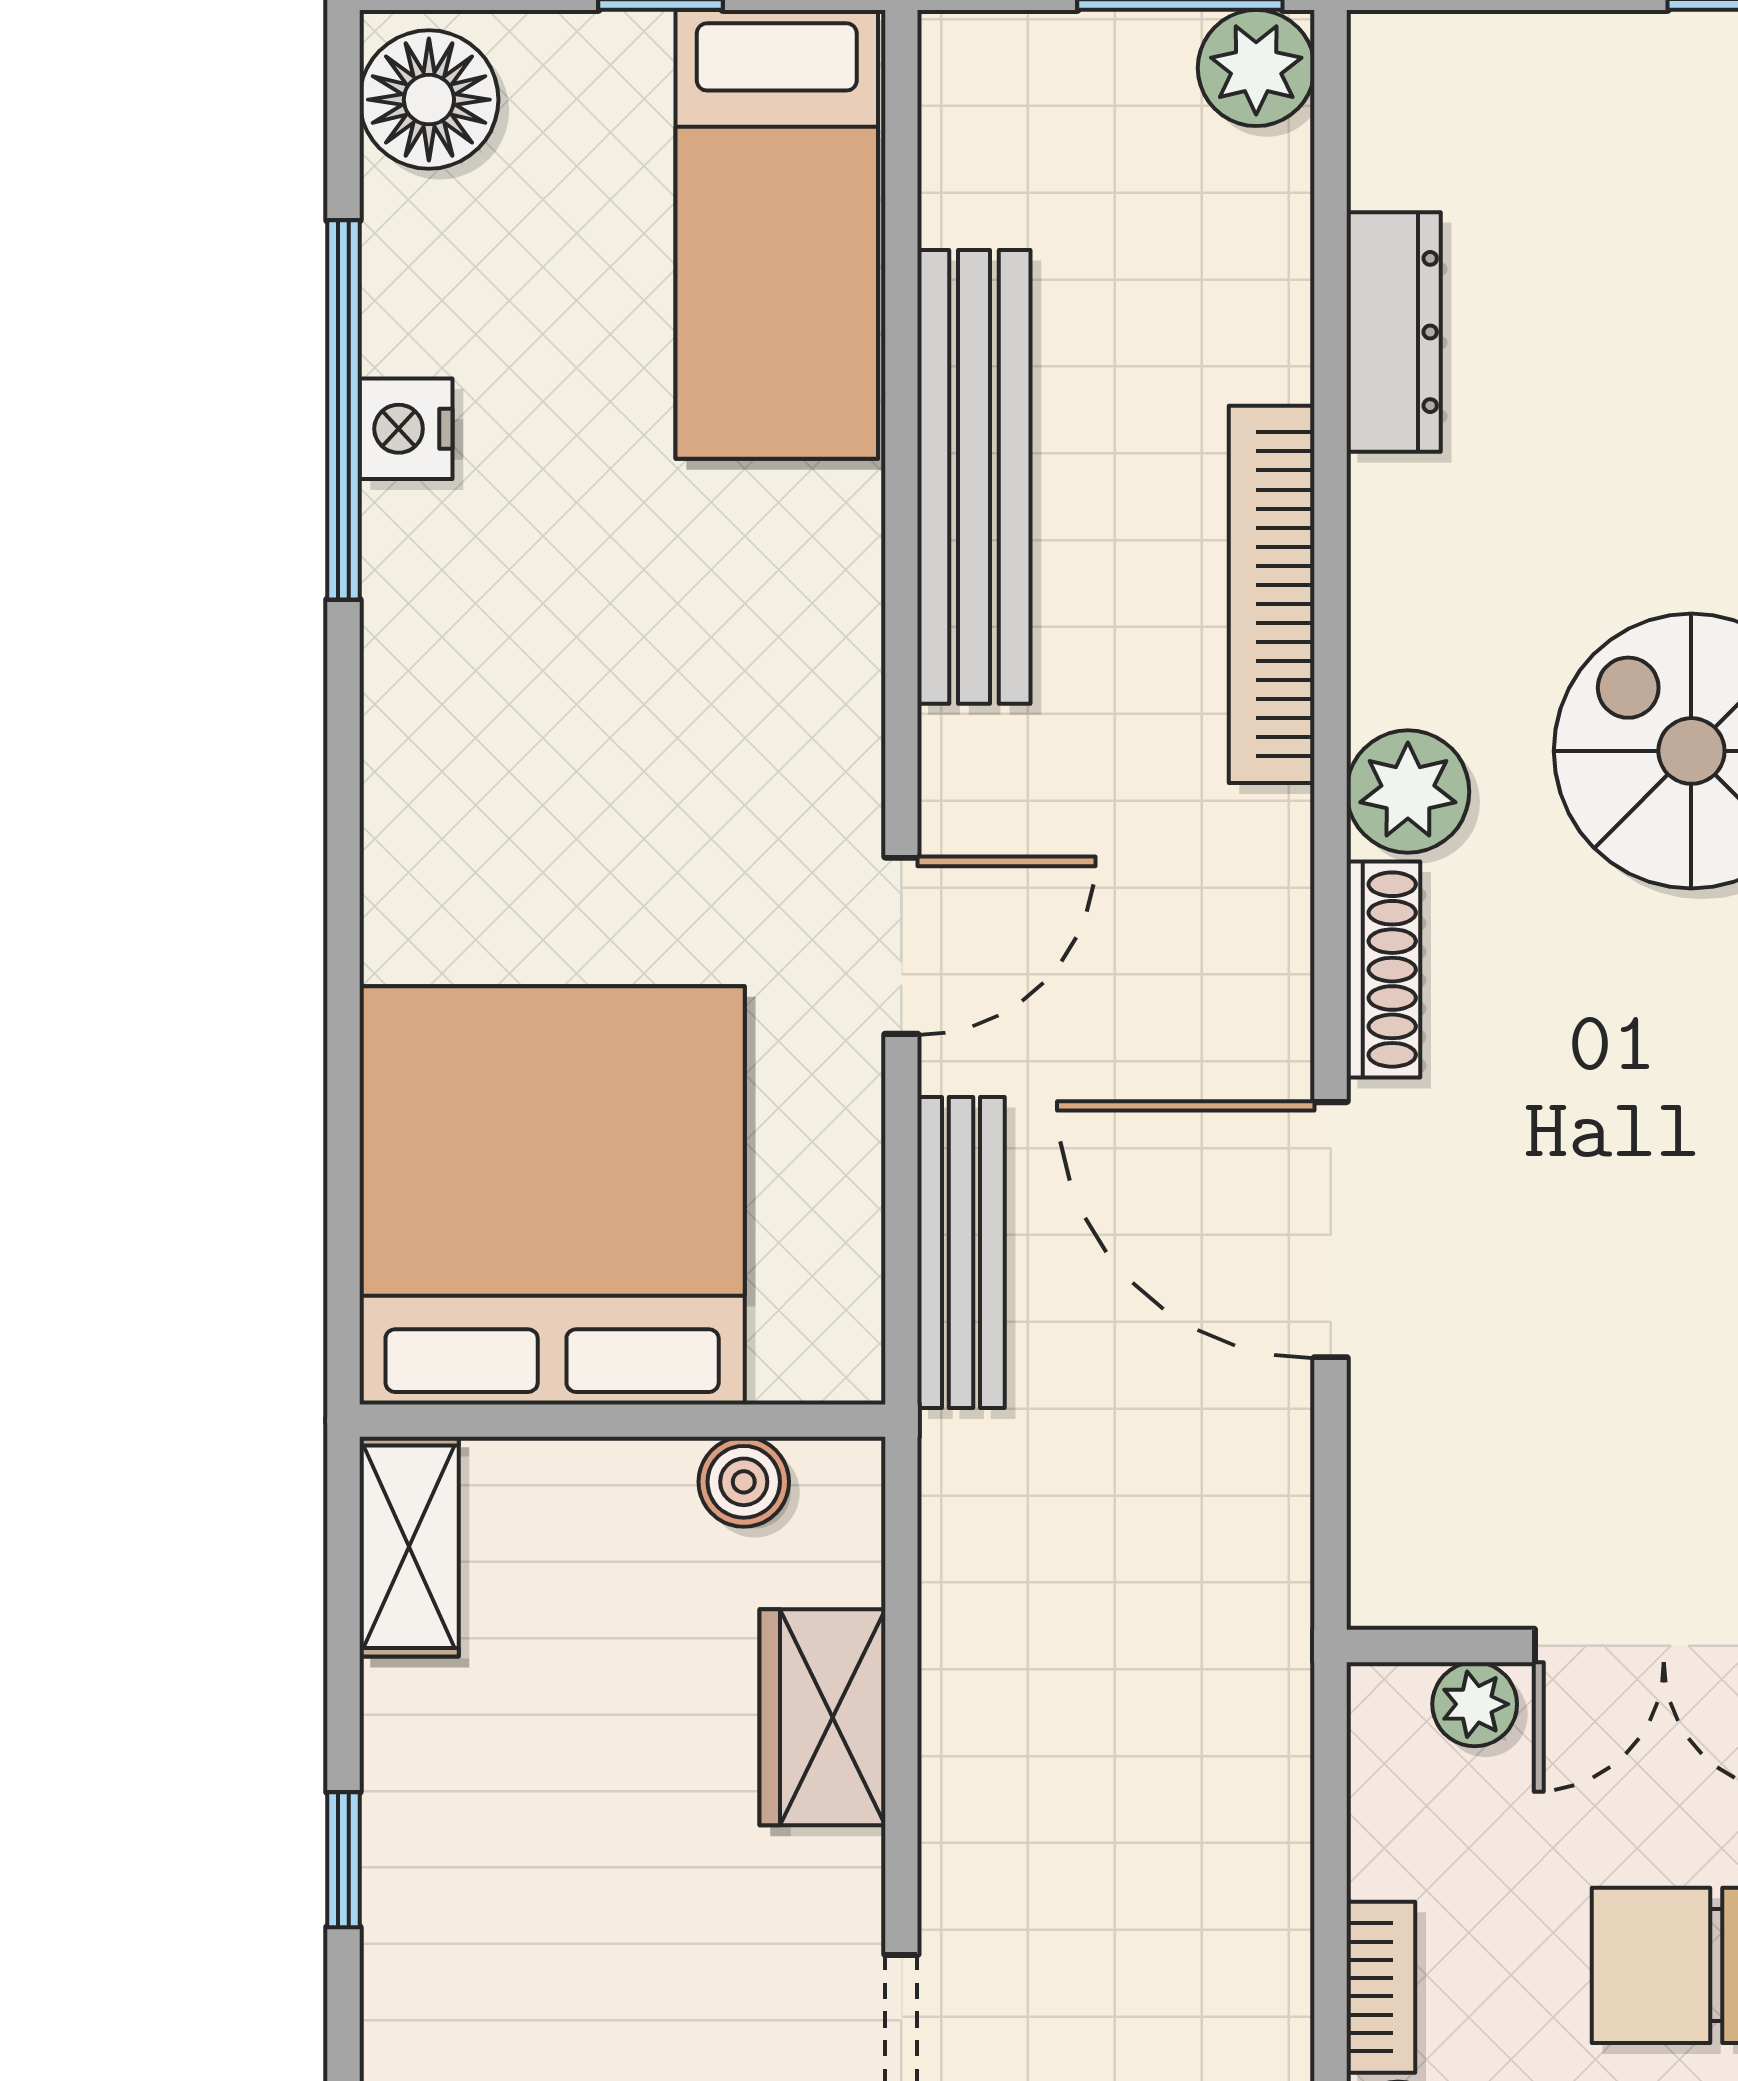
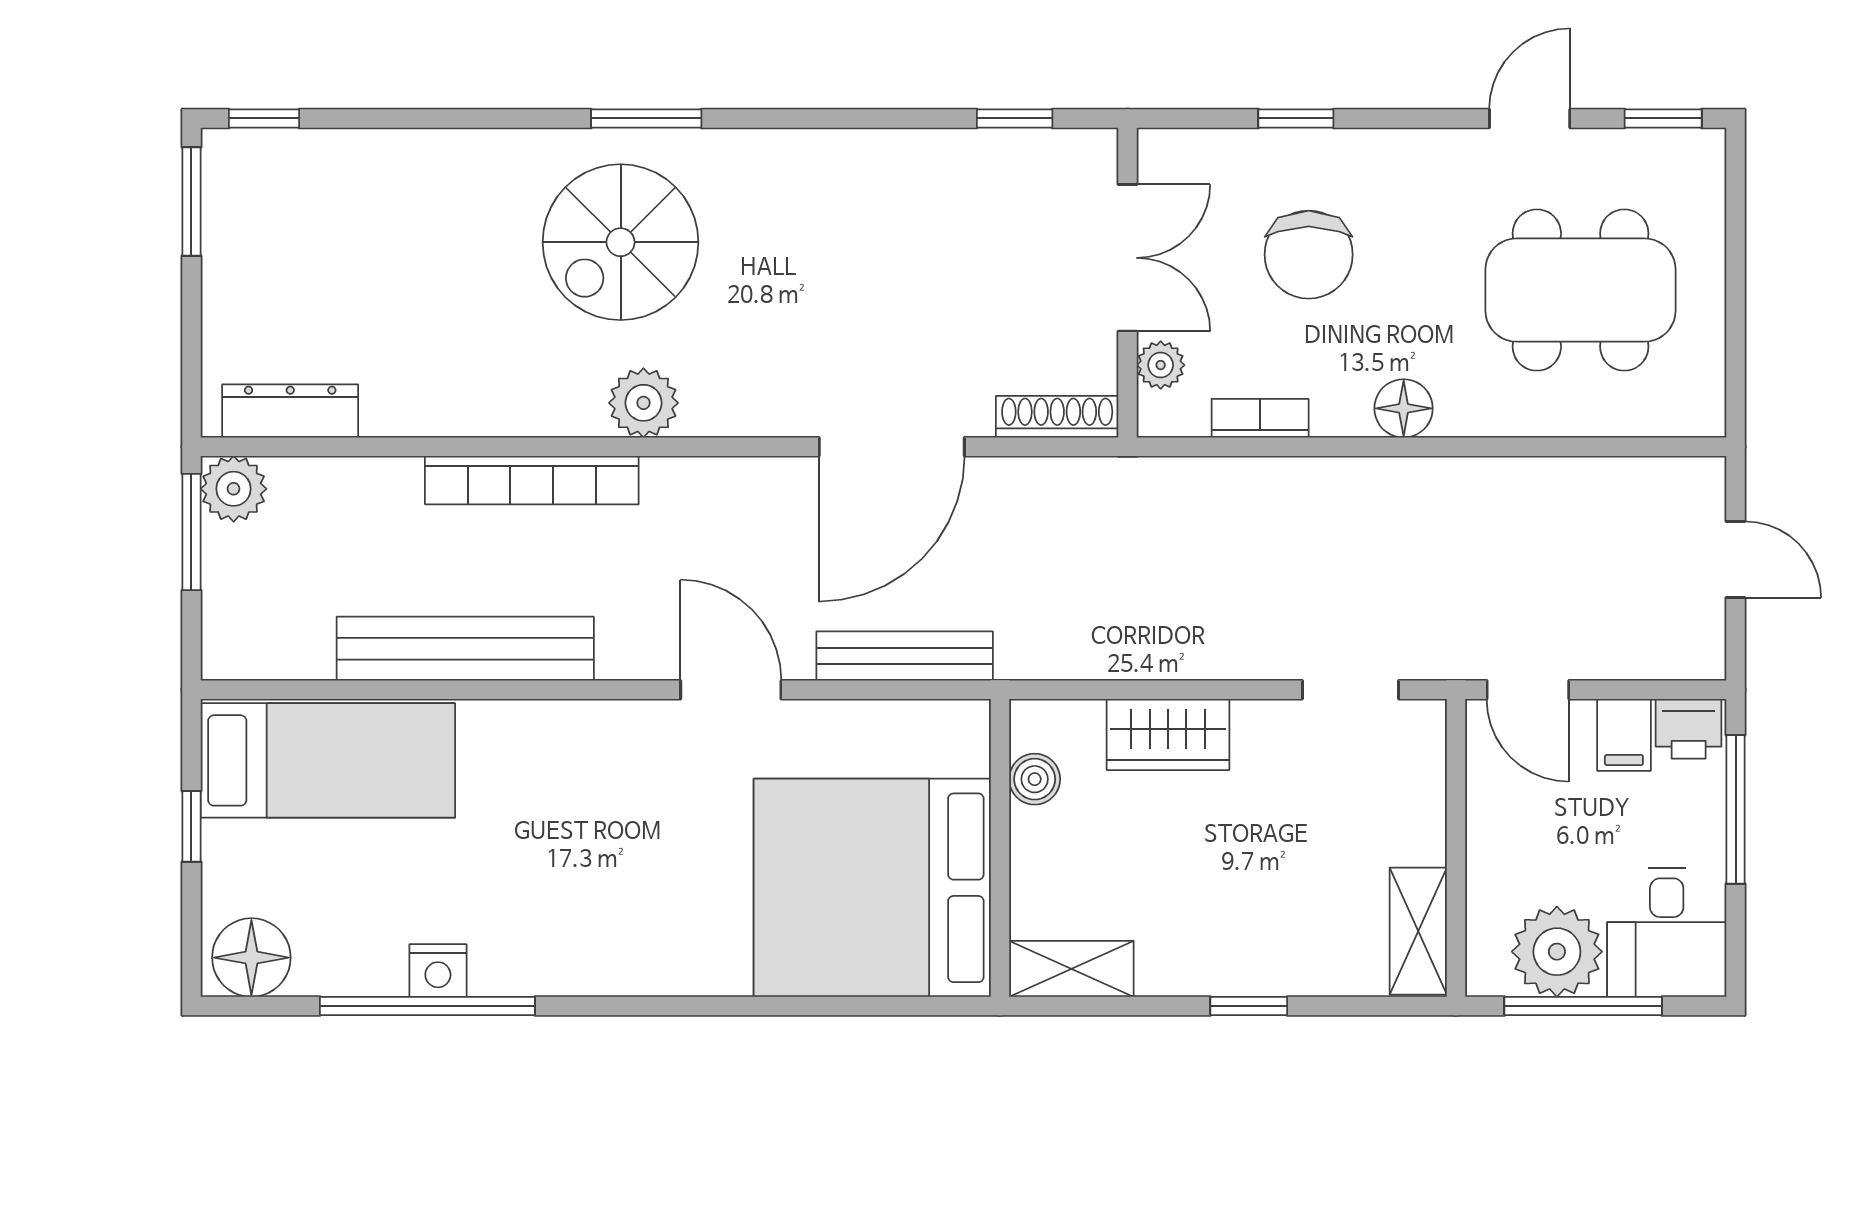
dresser: (1394, 332) -> (290, 411), moved
shoe rack: (1383, 970) -> (1057, 417), moved
bookcase: (1381, 1987) -> (1260, 418), moved

